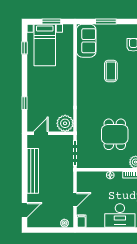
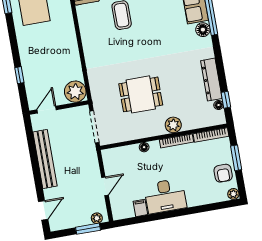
dining table: (115, 134) -> (141, 94), turned 90
filing cabinet: (81, 221) -> (140, 208), moved
window: (56, 230) -> (88, 229), added

